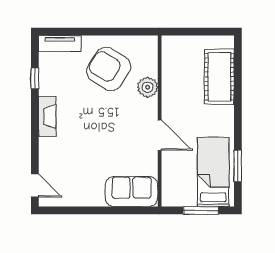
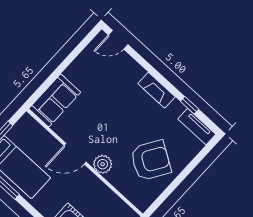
tv unit: (60, 44) -> (197, 127), moved, turned -90
plant: (148, 87) -> (103, 164), moved

